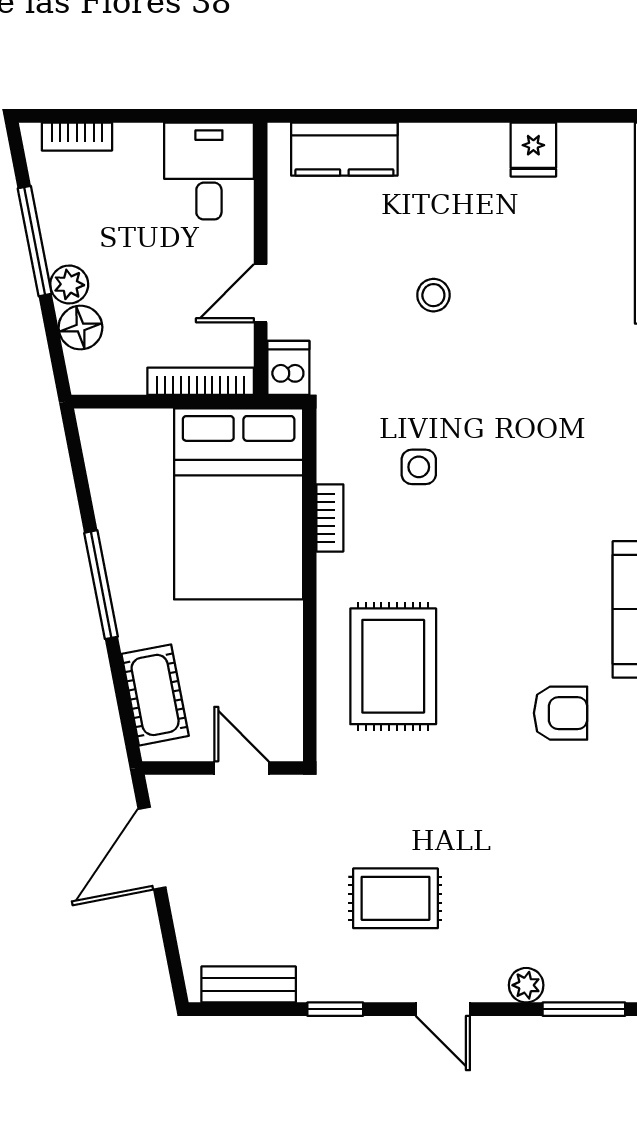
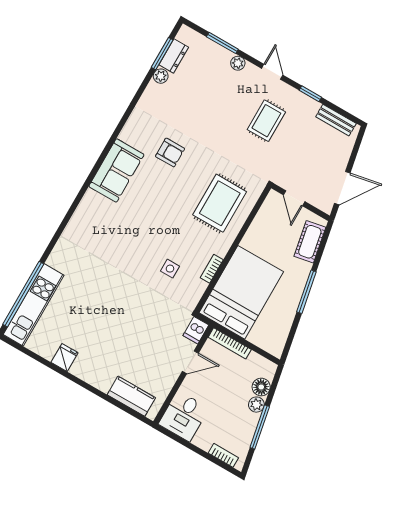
stool: (433, 295) -> (130, 326), removed
armchair: (561, 713) -> (170, 152), turned 180
rug: (395, 898) -> (266, 121), turned 90

